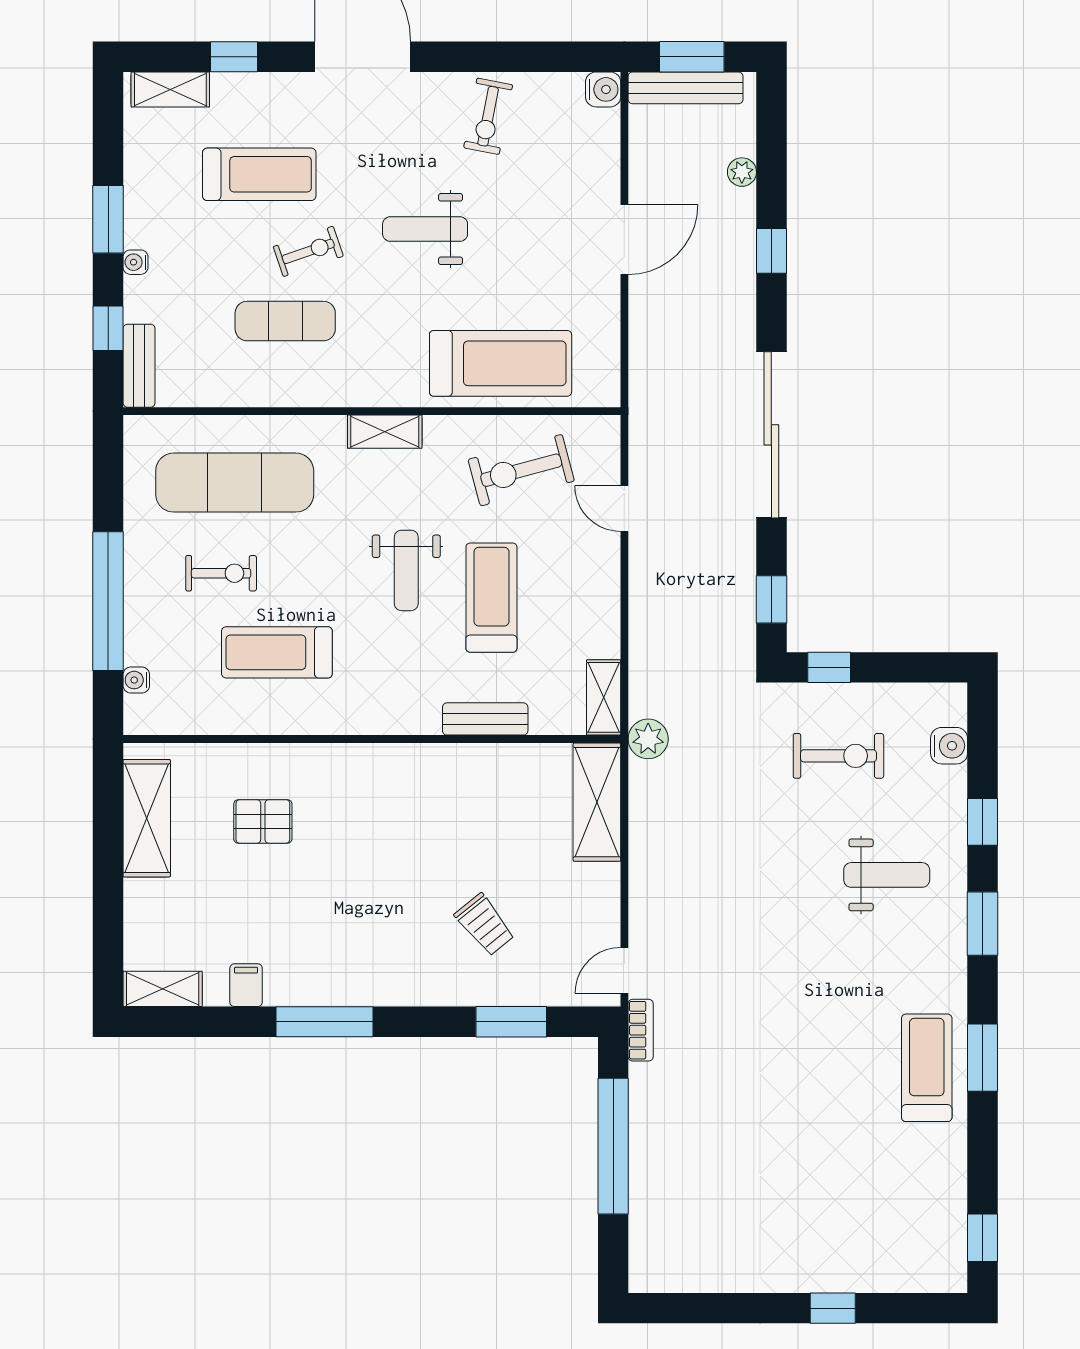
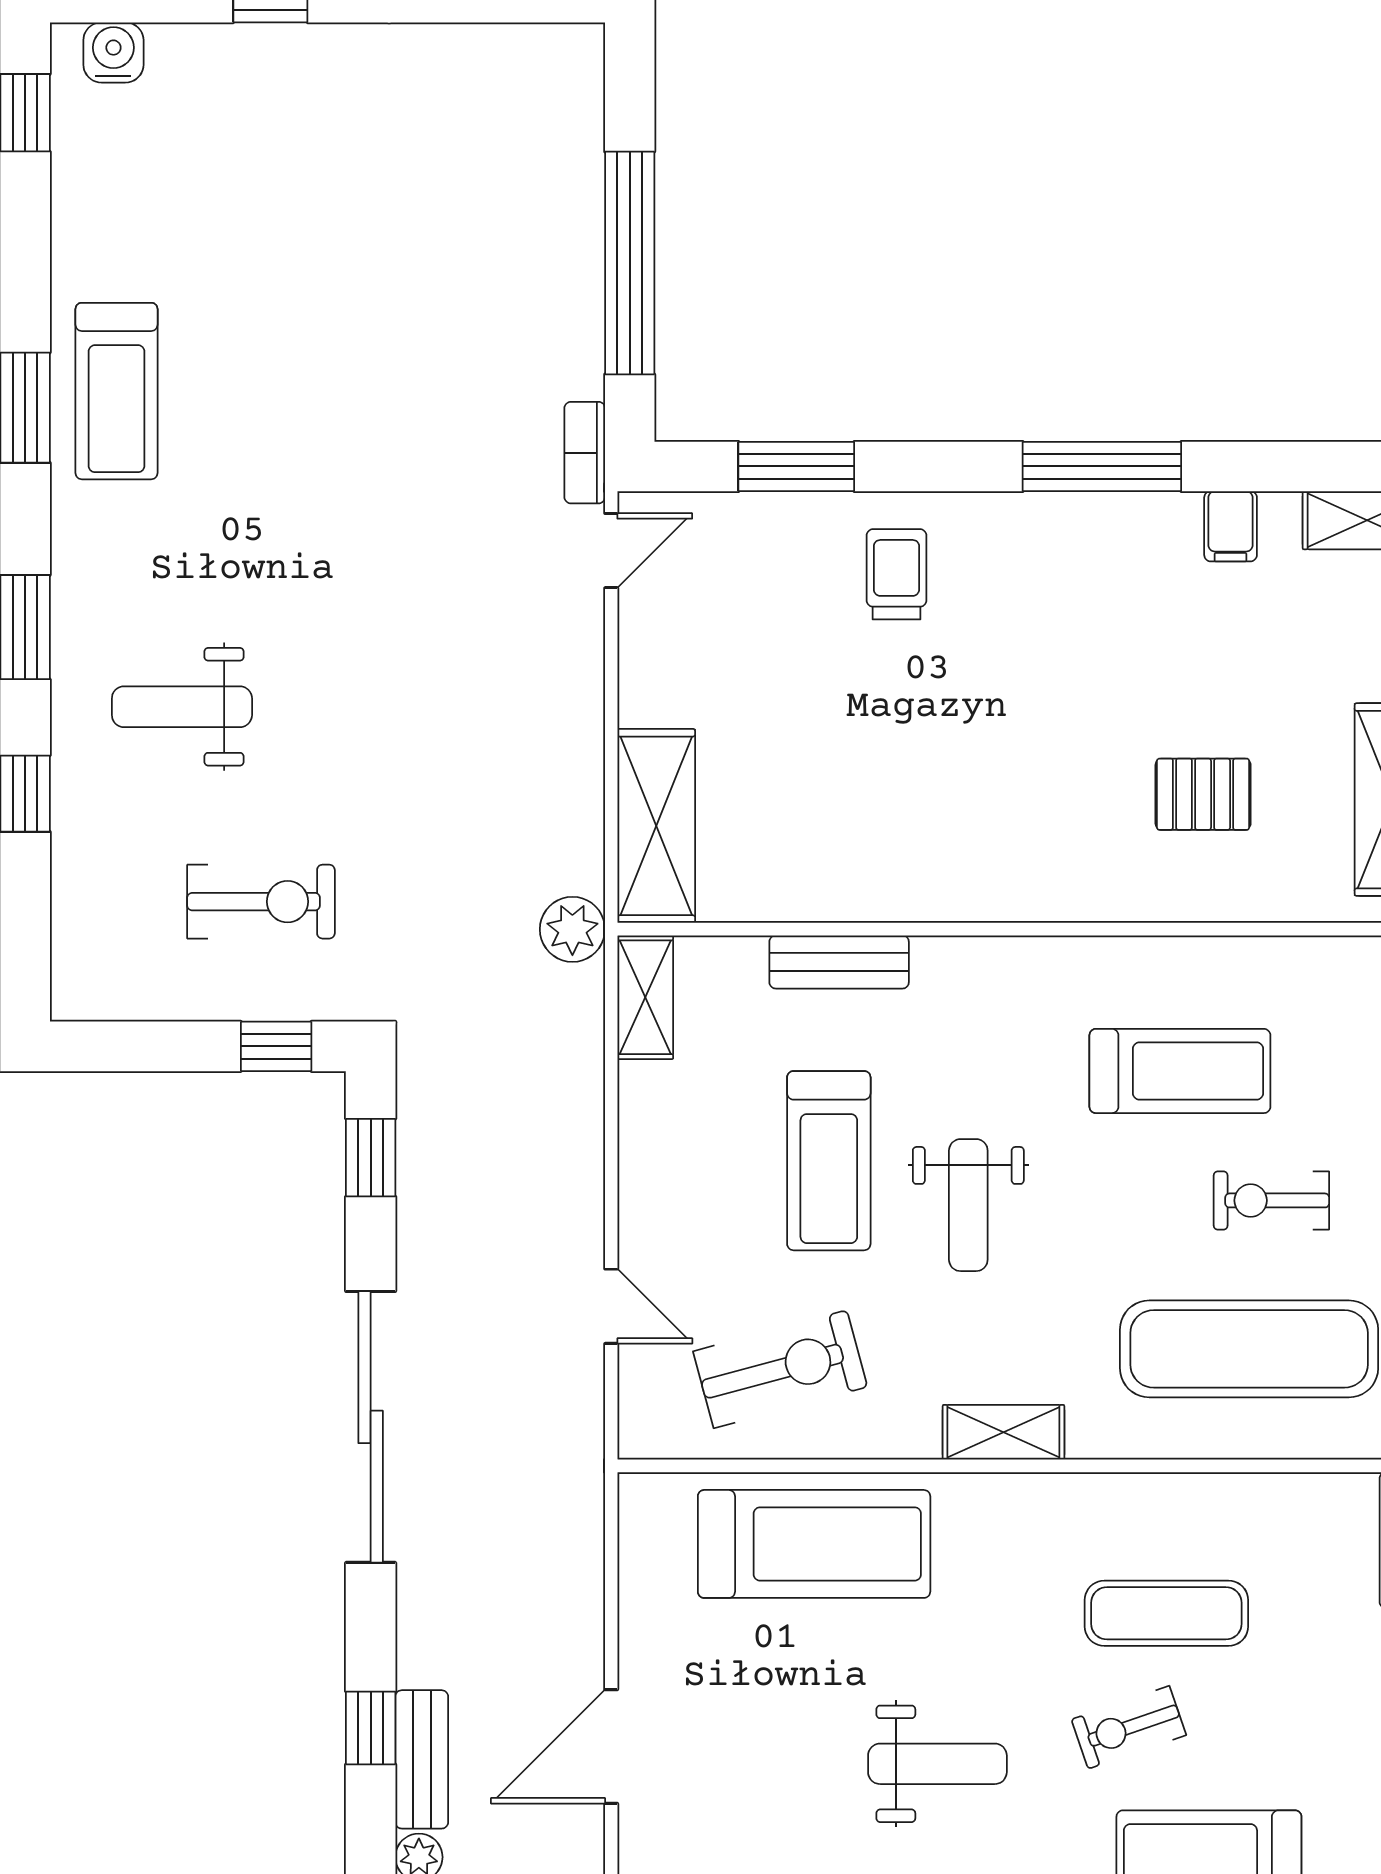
bench: (740, 232) -> (422, 1759), added
treadmill: (501, 363) -> (814, 1544), turned 180
weight bench: (406, 570) -> (968, 1205), turned 180
water cooler: (949, 746) -> (113, 52), moved, turned 90
exercise bike: (838, 756) -> (261, 902), turned 180
trolley: (485, 925) -> (896, 574), moved, turned 39

